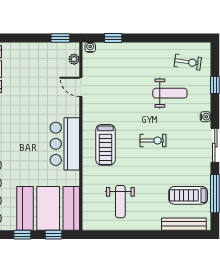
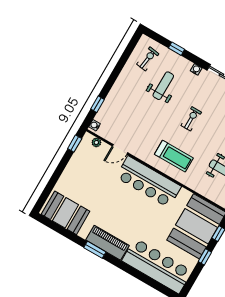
bar counter: (65, 144) -> (148, 182), width x1.36

